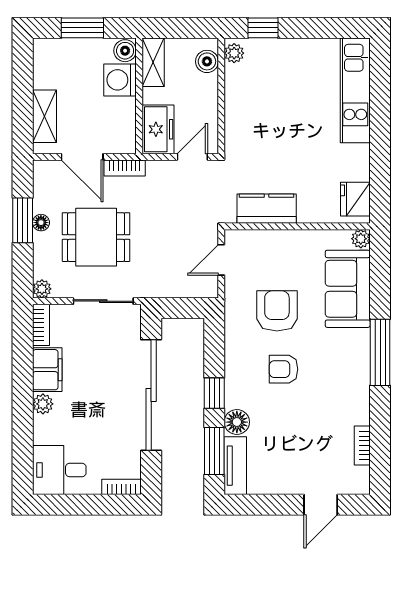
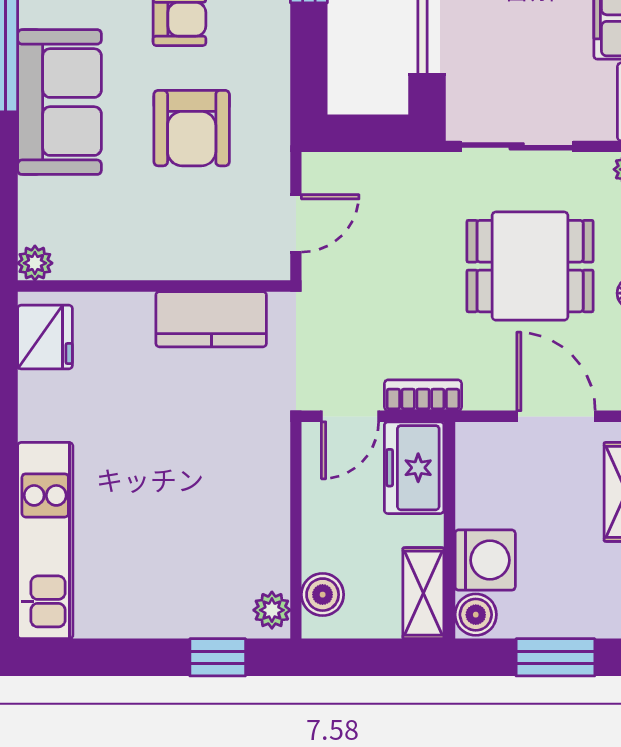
bookcase: (125, 168) -> (423, 395), moved
sofa: (348, 289) -> (59, 102), moved

